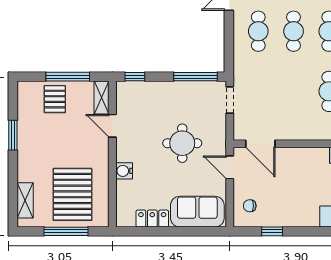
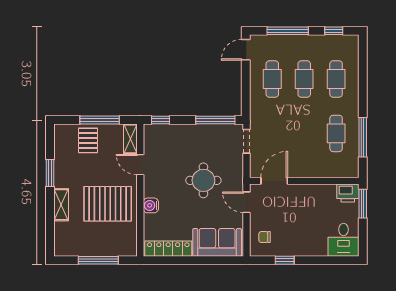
door: (260, 144) -> (274, 181), swing flipped
pallet: (72, 194) -> (108, 204), moved, turned 90
shelving: (25, 200) -> (61, 205), moved
locker: (152, 219) -> (168, 249), width x1.53

